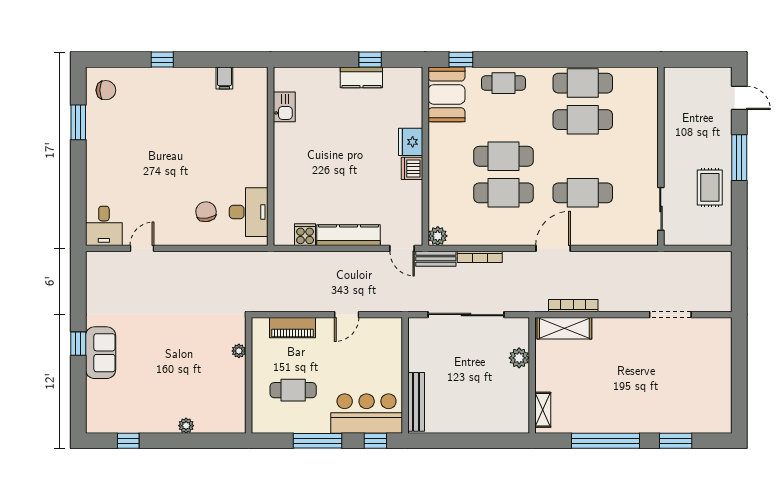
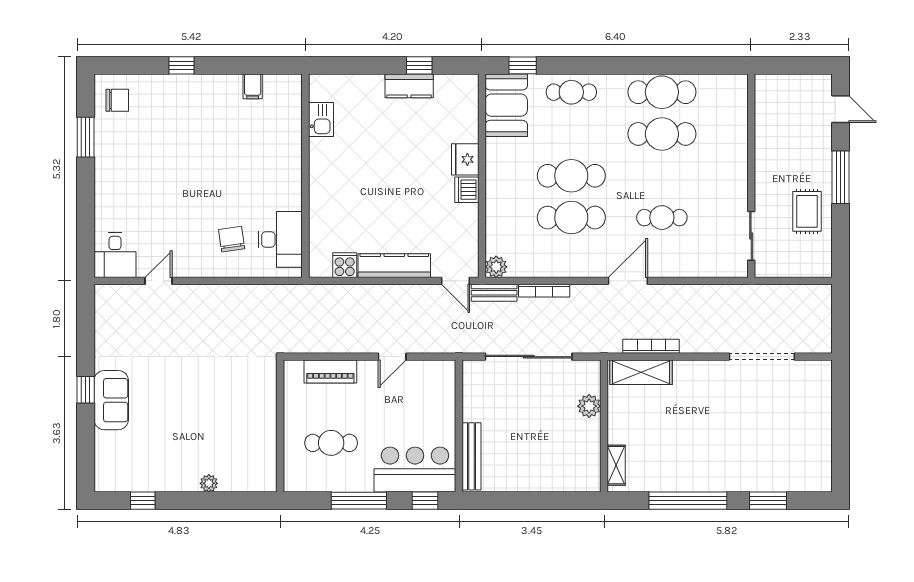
cafe table: (583, 193) -> (662, 218), width x0.73, depth x0.74
doorway: (670, 315) -> (762, 357), width x1.36
plant: (239, 351) -> (269, 398), removed

